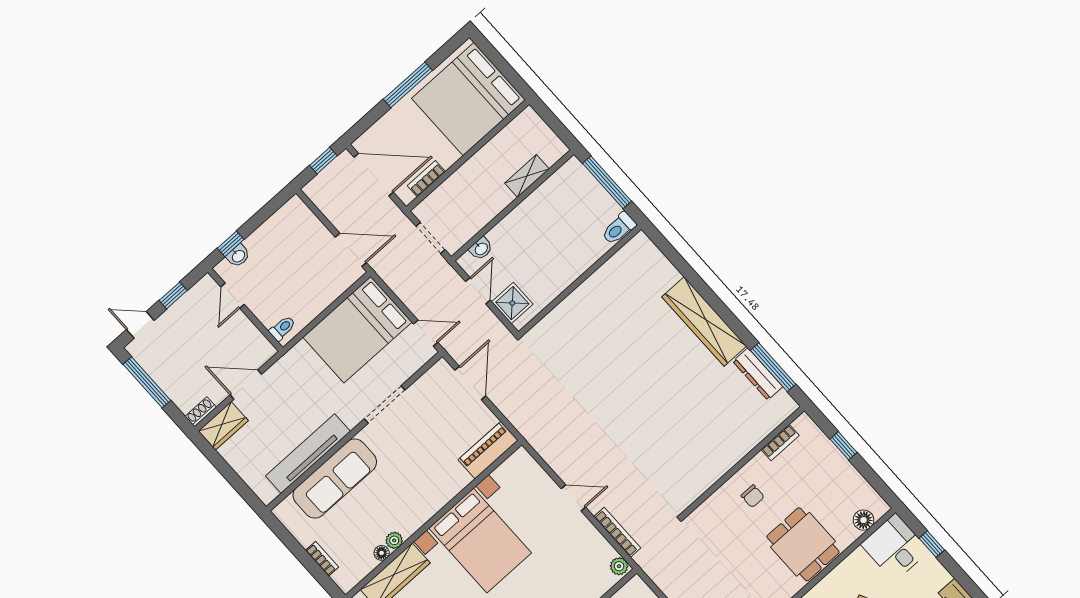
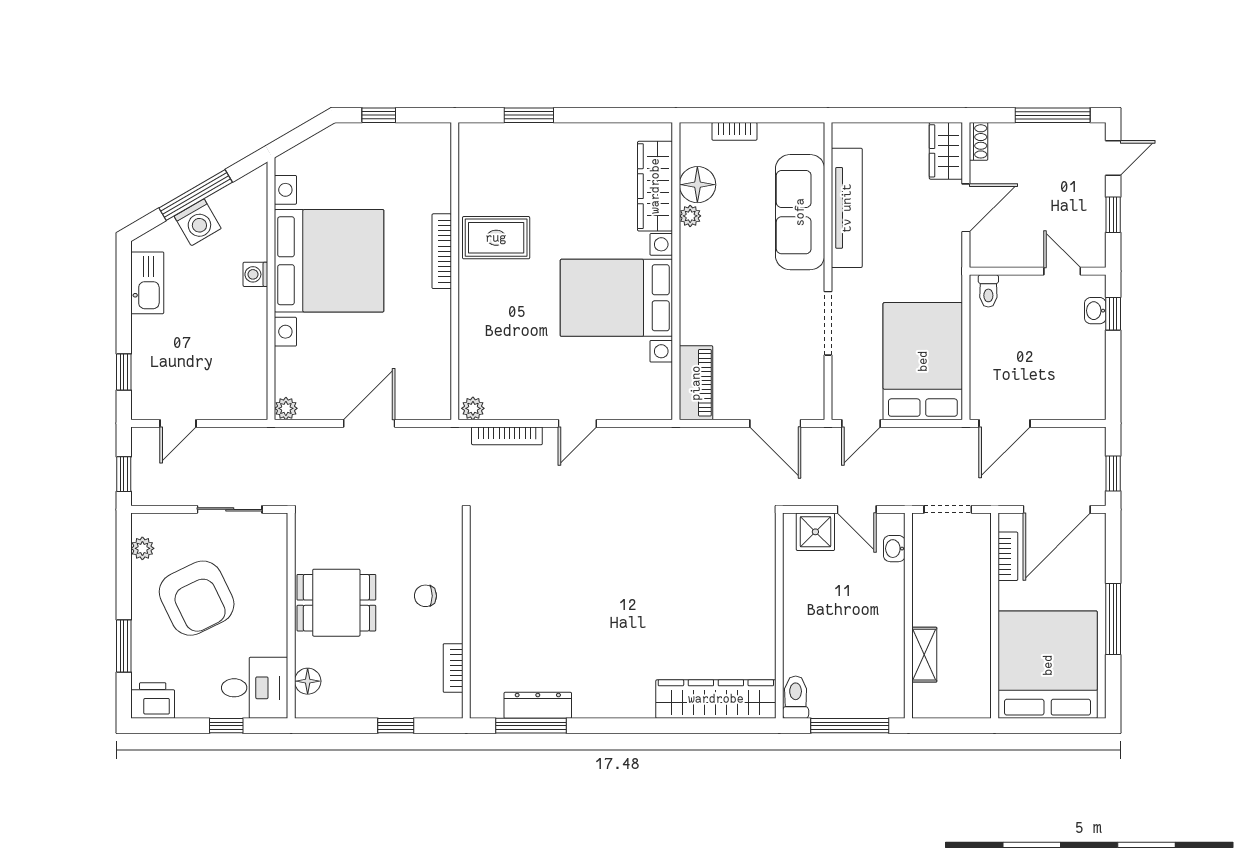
wardrobe: (704, 321) -> (716, 699), moved
floor lamp: (382, 553) -> (697, 185), width x1.89, depth x1.89

